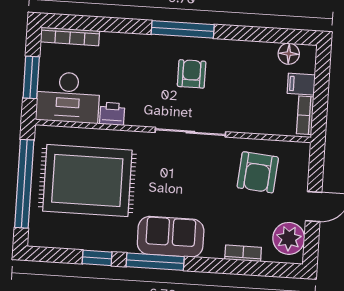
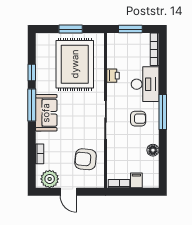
floor lamp: (289, 54) -> (153, 150), moved
desk: (68, 97) -> (145, 84), moved, turned 180
window: (24, 184) -> (71, 29), width x0.47

